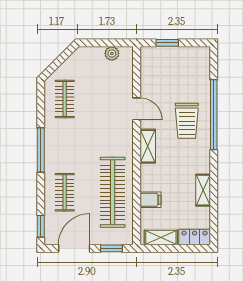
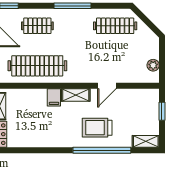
clothes rail: (65, 99) -> (115, 26), width x1.36
shelving: (203, 190) -> (146, 141), moved
filing cabinet: (150, 200) -> (54, 97), moved

